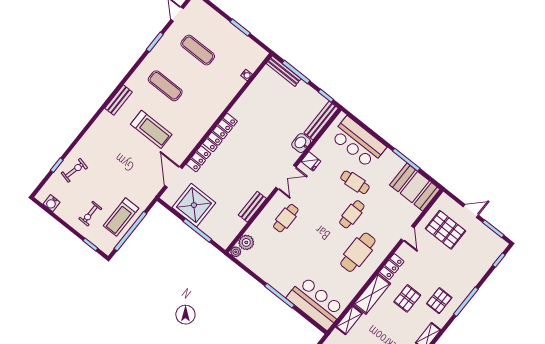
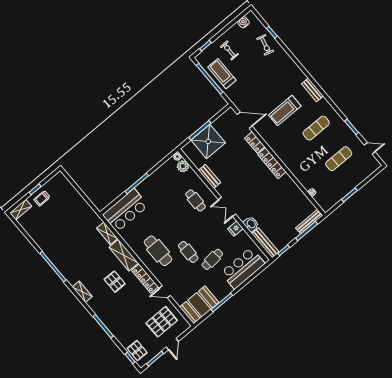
shower: (194, 205) -> (208, 141), moved
locker: (392, 267) -> (145, 279), width x1.53
pallet: (439, 301) -> (137, 351), moved

